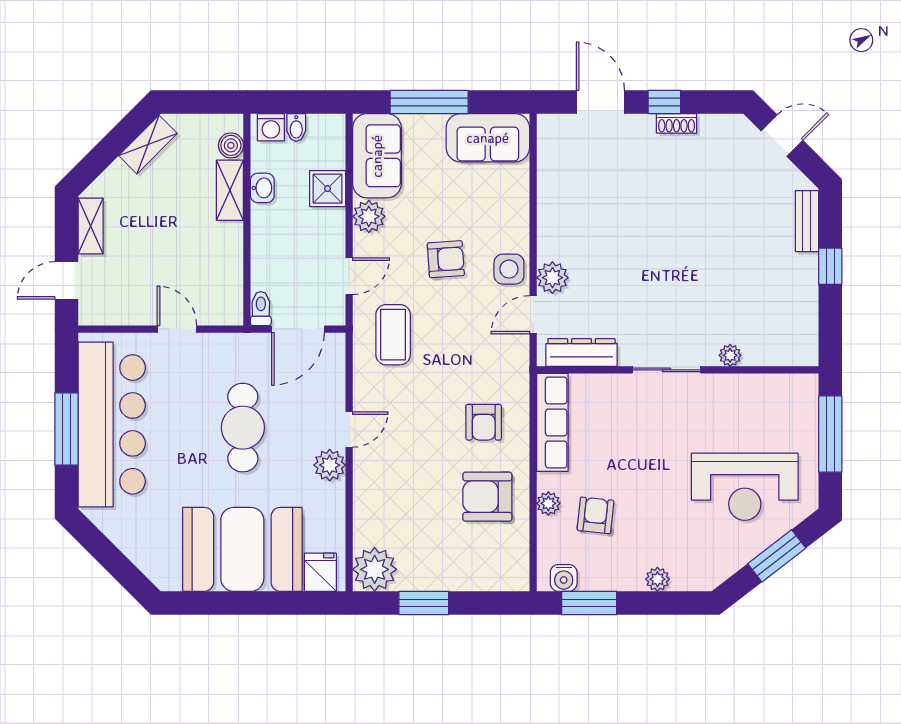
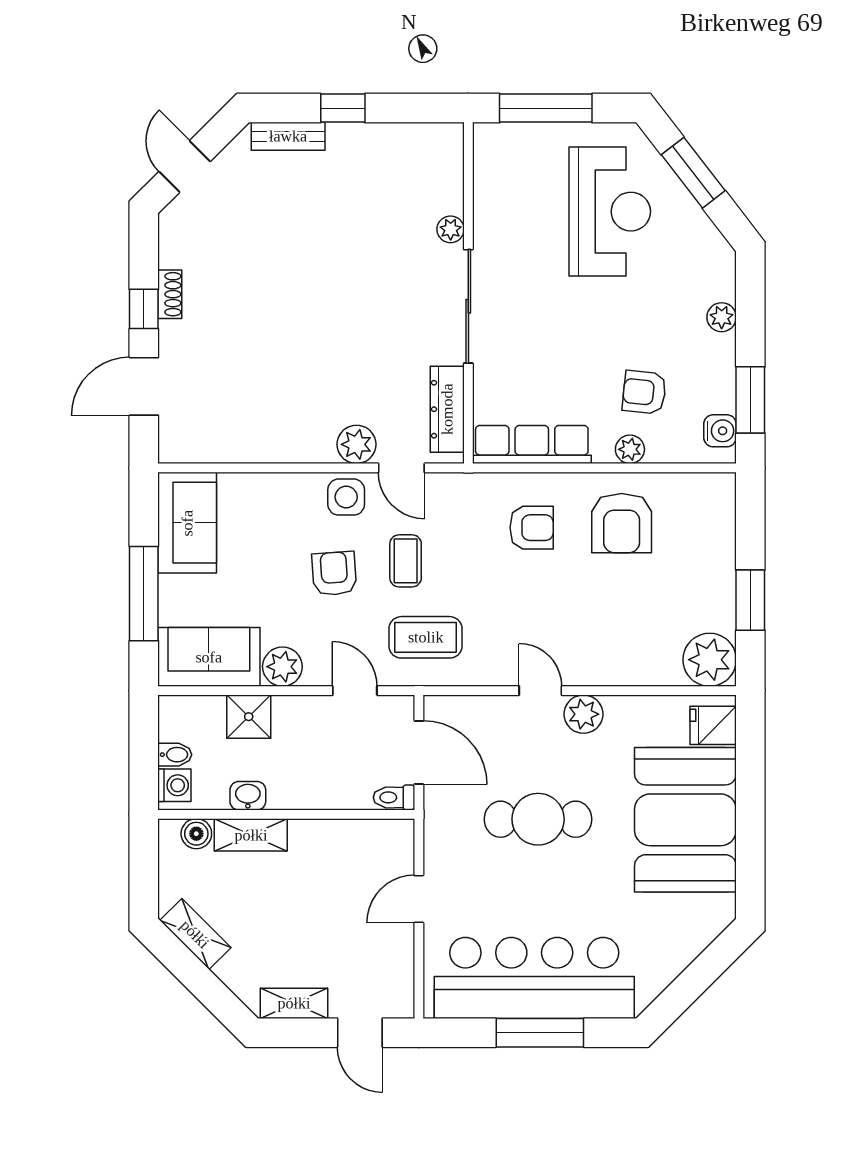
coffee table: (456, 318) -> (406, 561), added
sliding door: (666, 370) -> (468, 306), width x1.37

